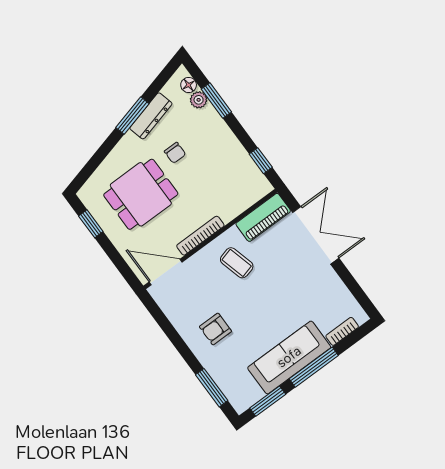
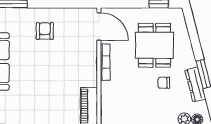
coffee table: (237, 263) -> (74, 71), removed
door: (166, 272) -> (99, 26), hinge flipped

